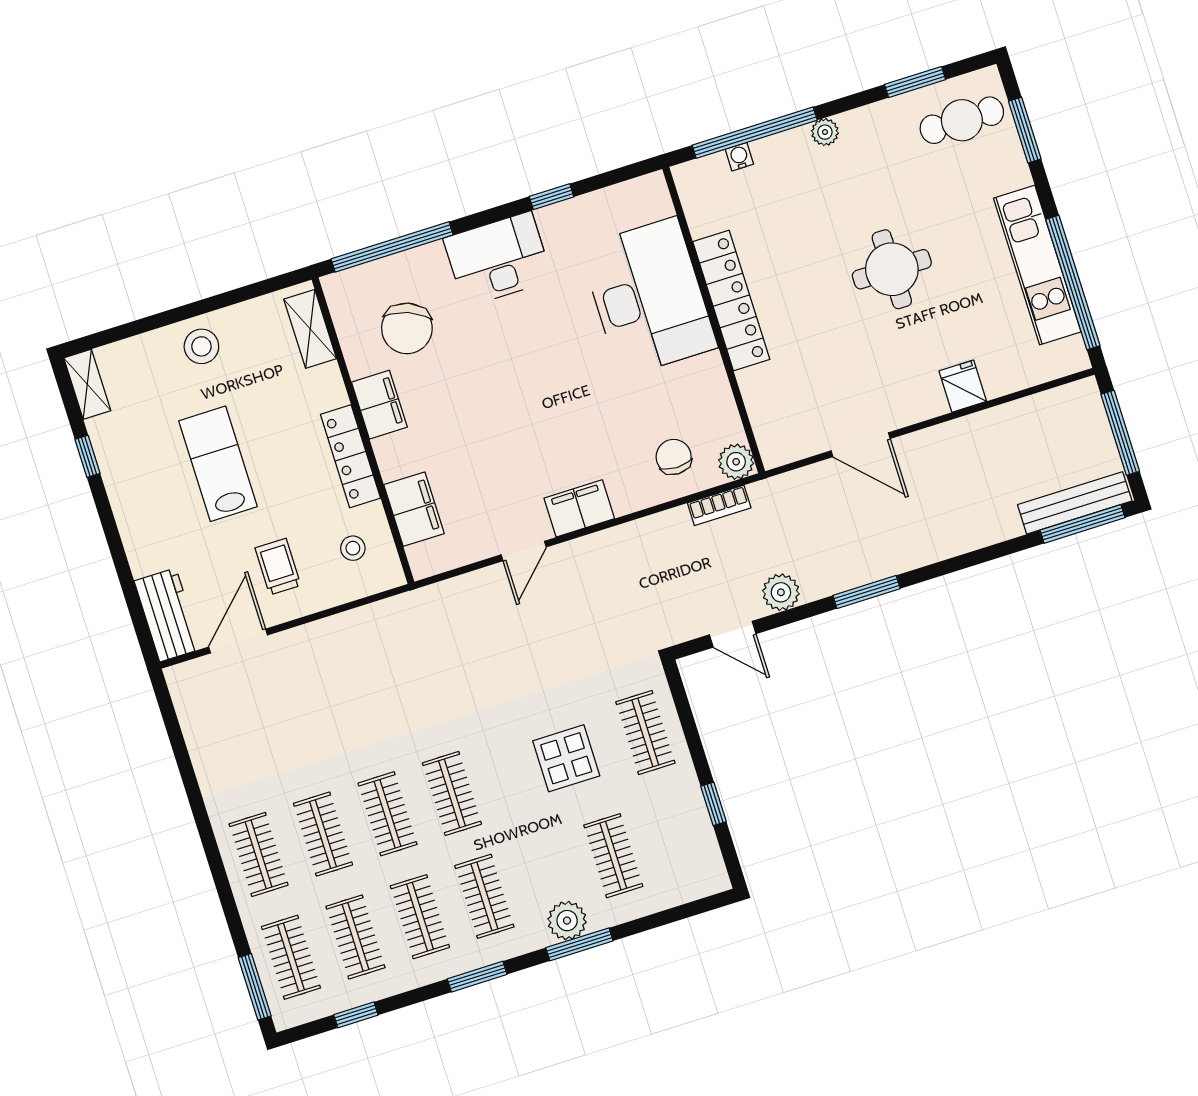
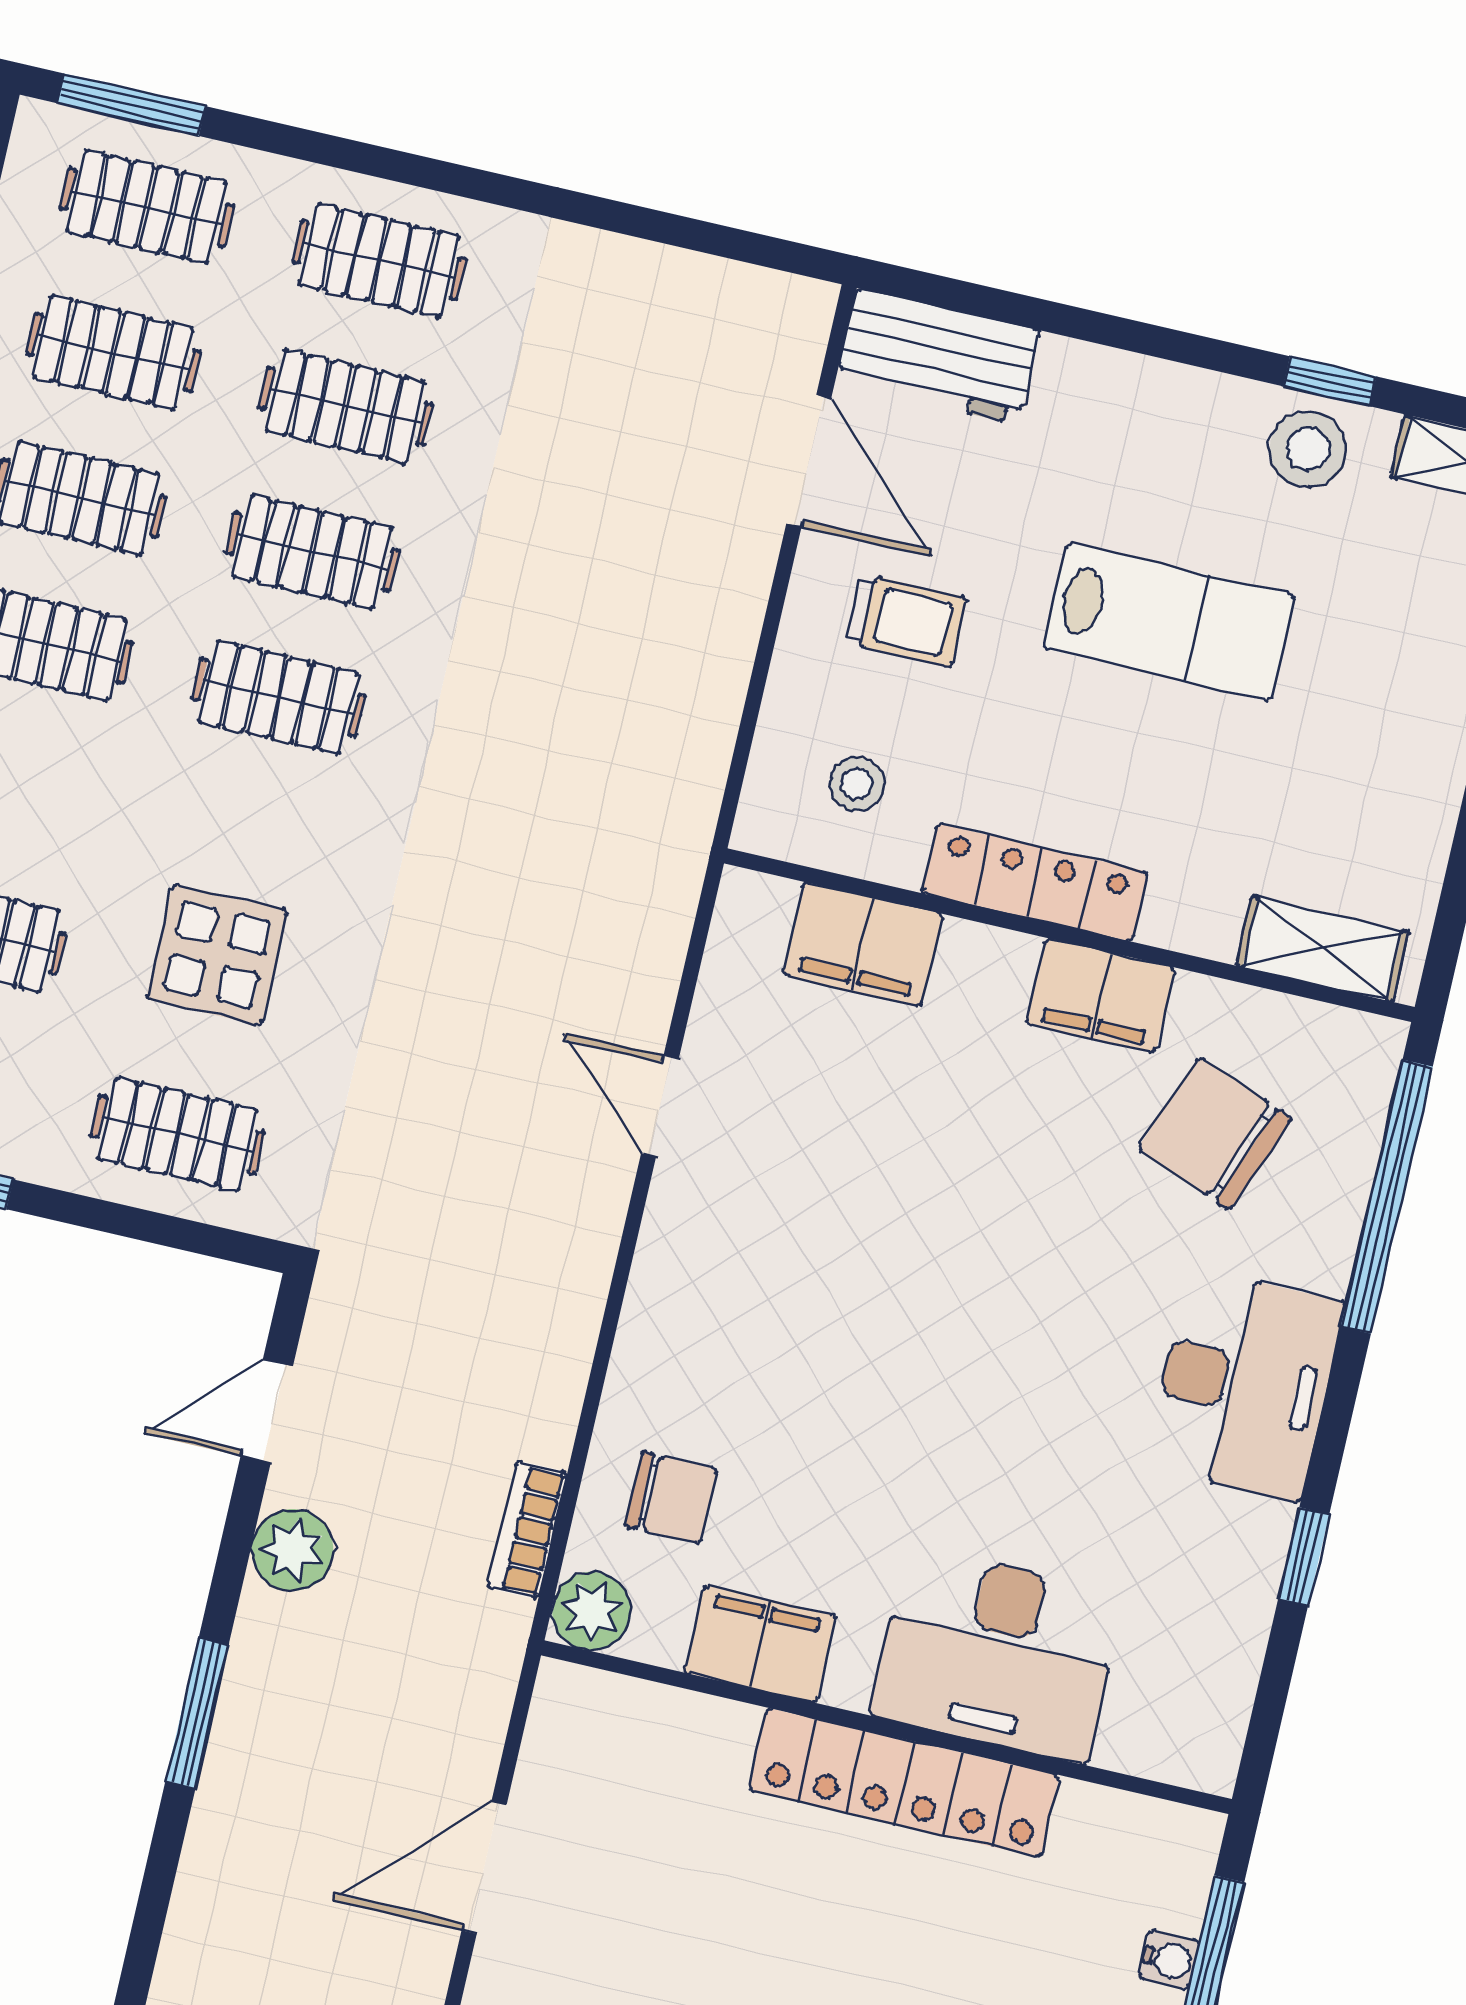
desk: (648, 297) -> (998, 1655), width x0.73, depth x0.77
stool: (201, 346) -> (1308, 449), moved
filing cabinet: (579, 508) -> (760, 1644), moved, turned -90

